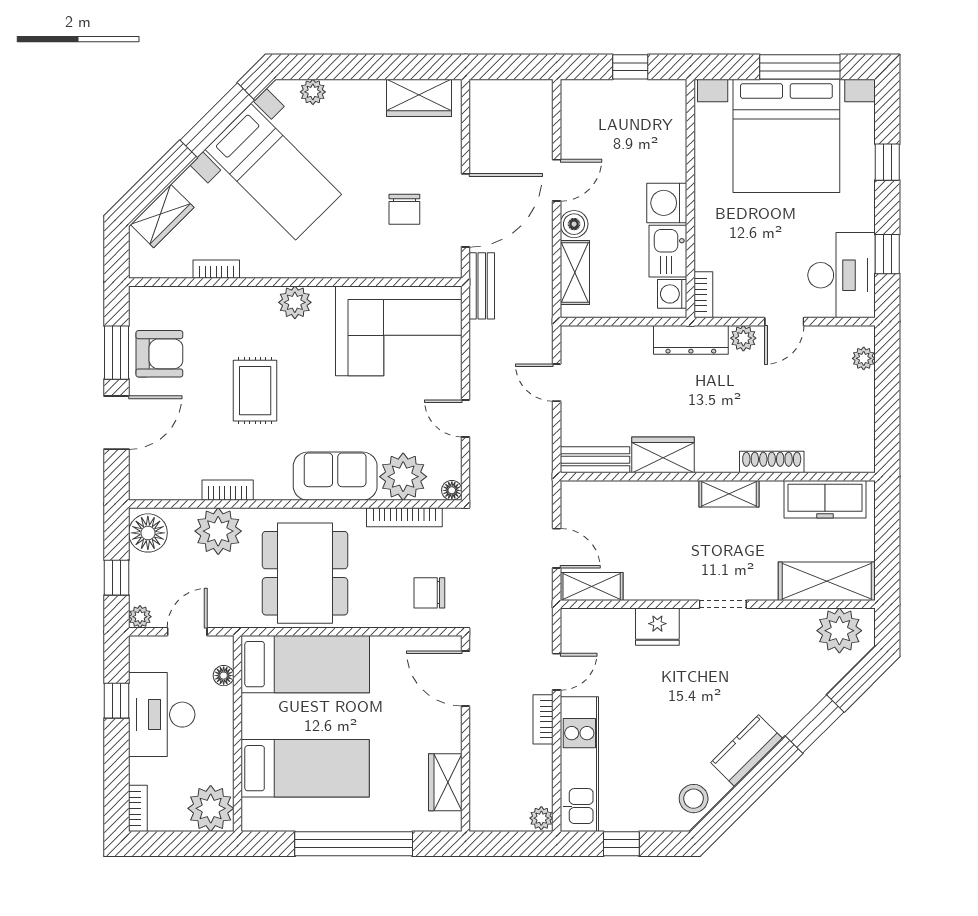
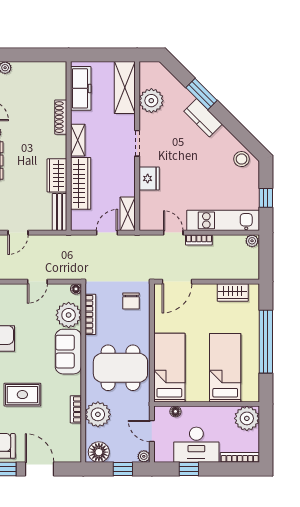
wardrobe: (648, 499) -> (81, 183), added
plant: (839, 631) -> (151, 101), moved
kitchen counter: (747, 751) -> (203, 118), moved
bookcase: (138, 808) -> (240, 457), width x1.56

